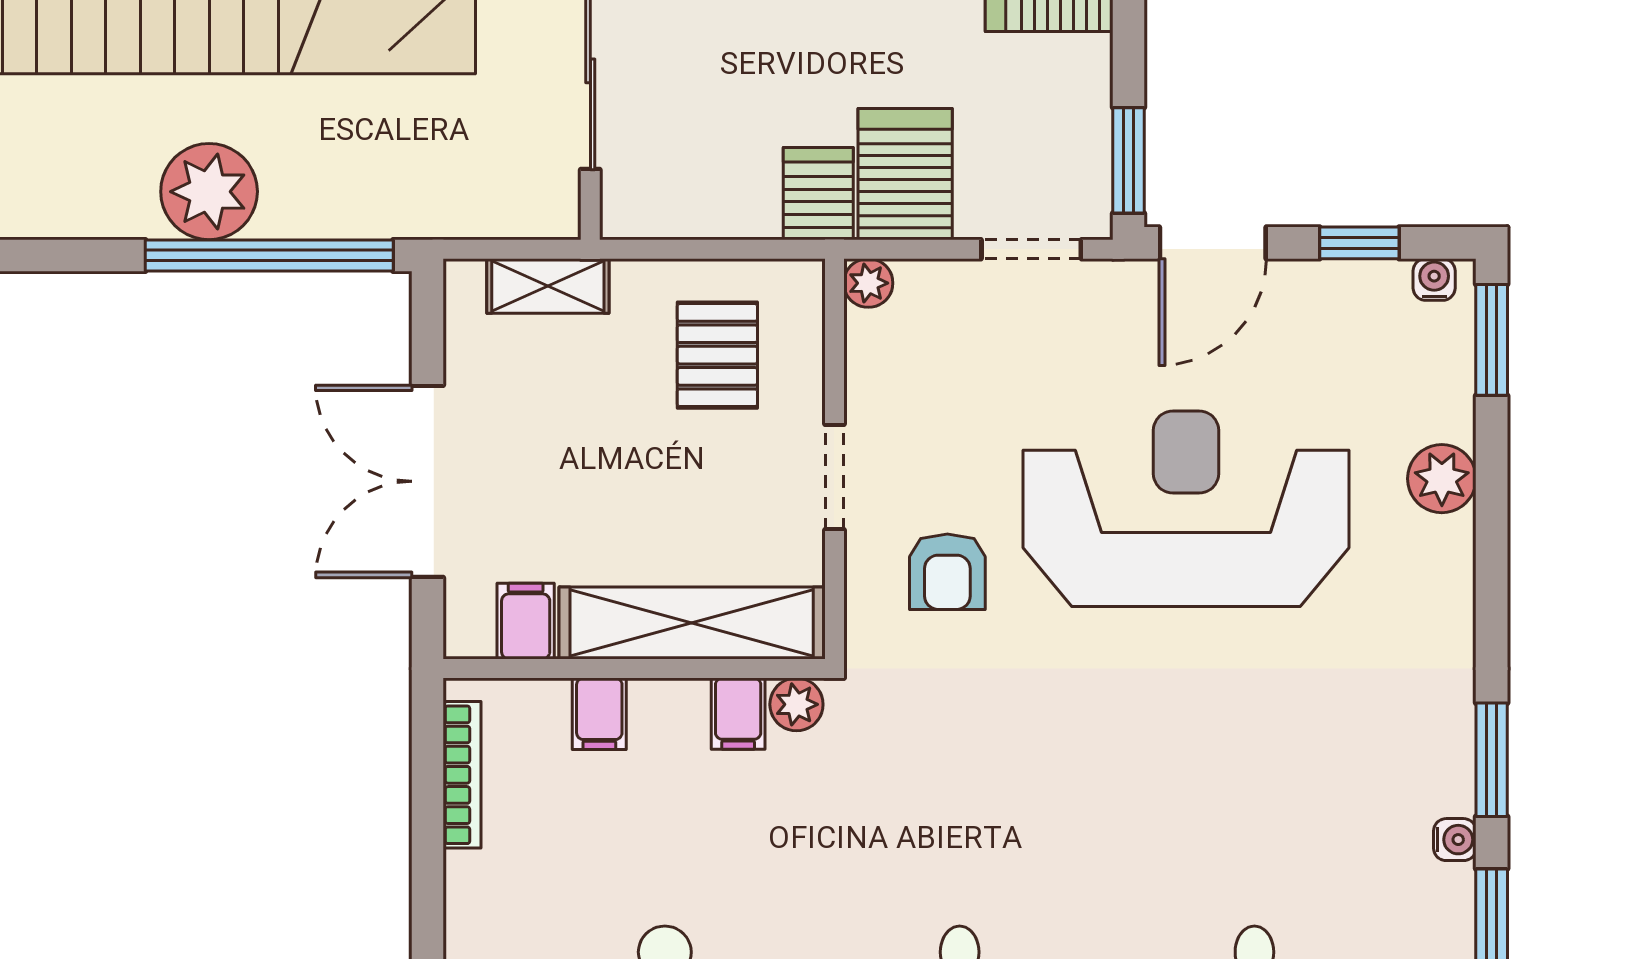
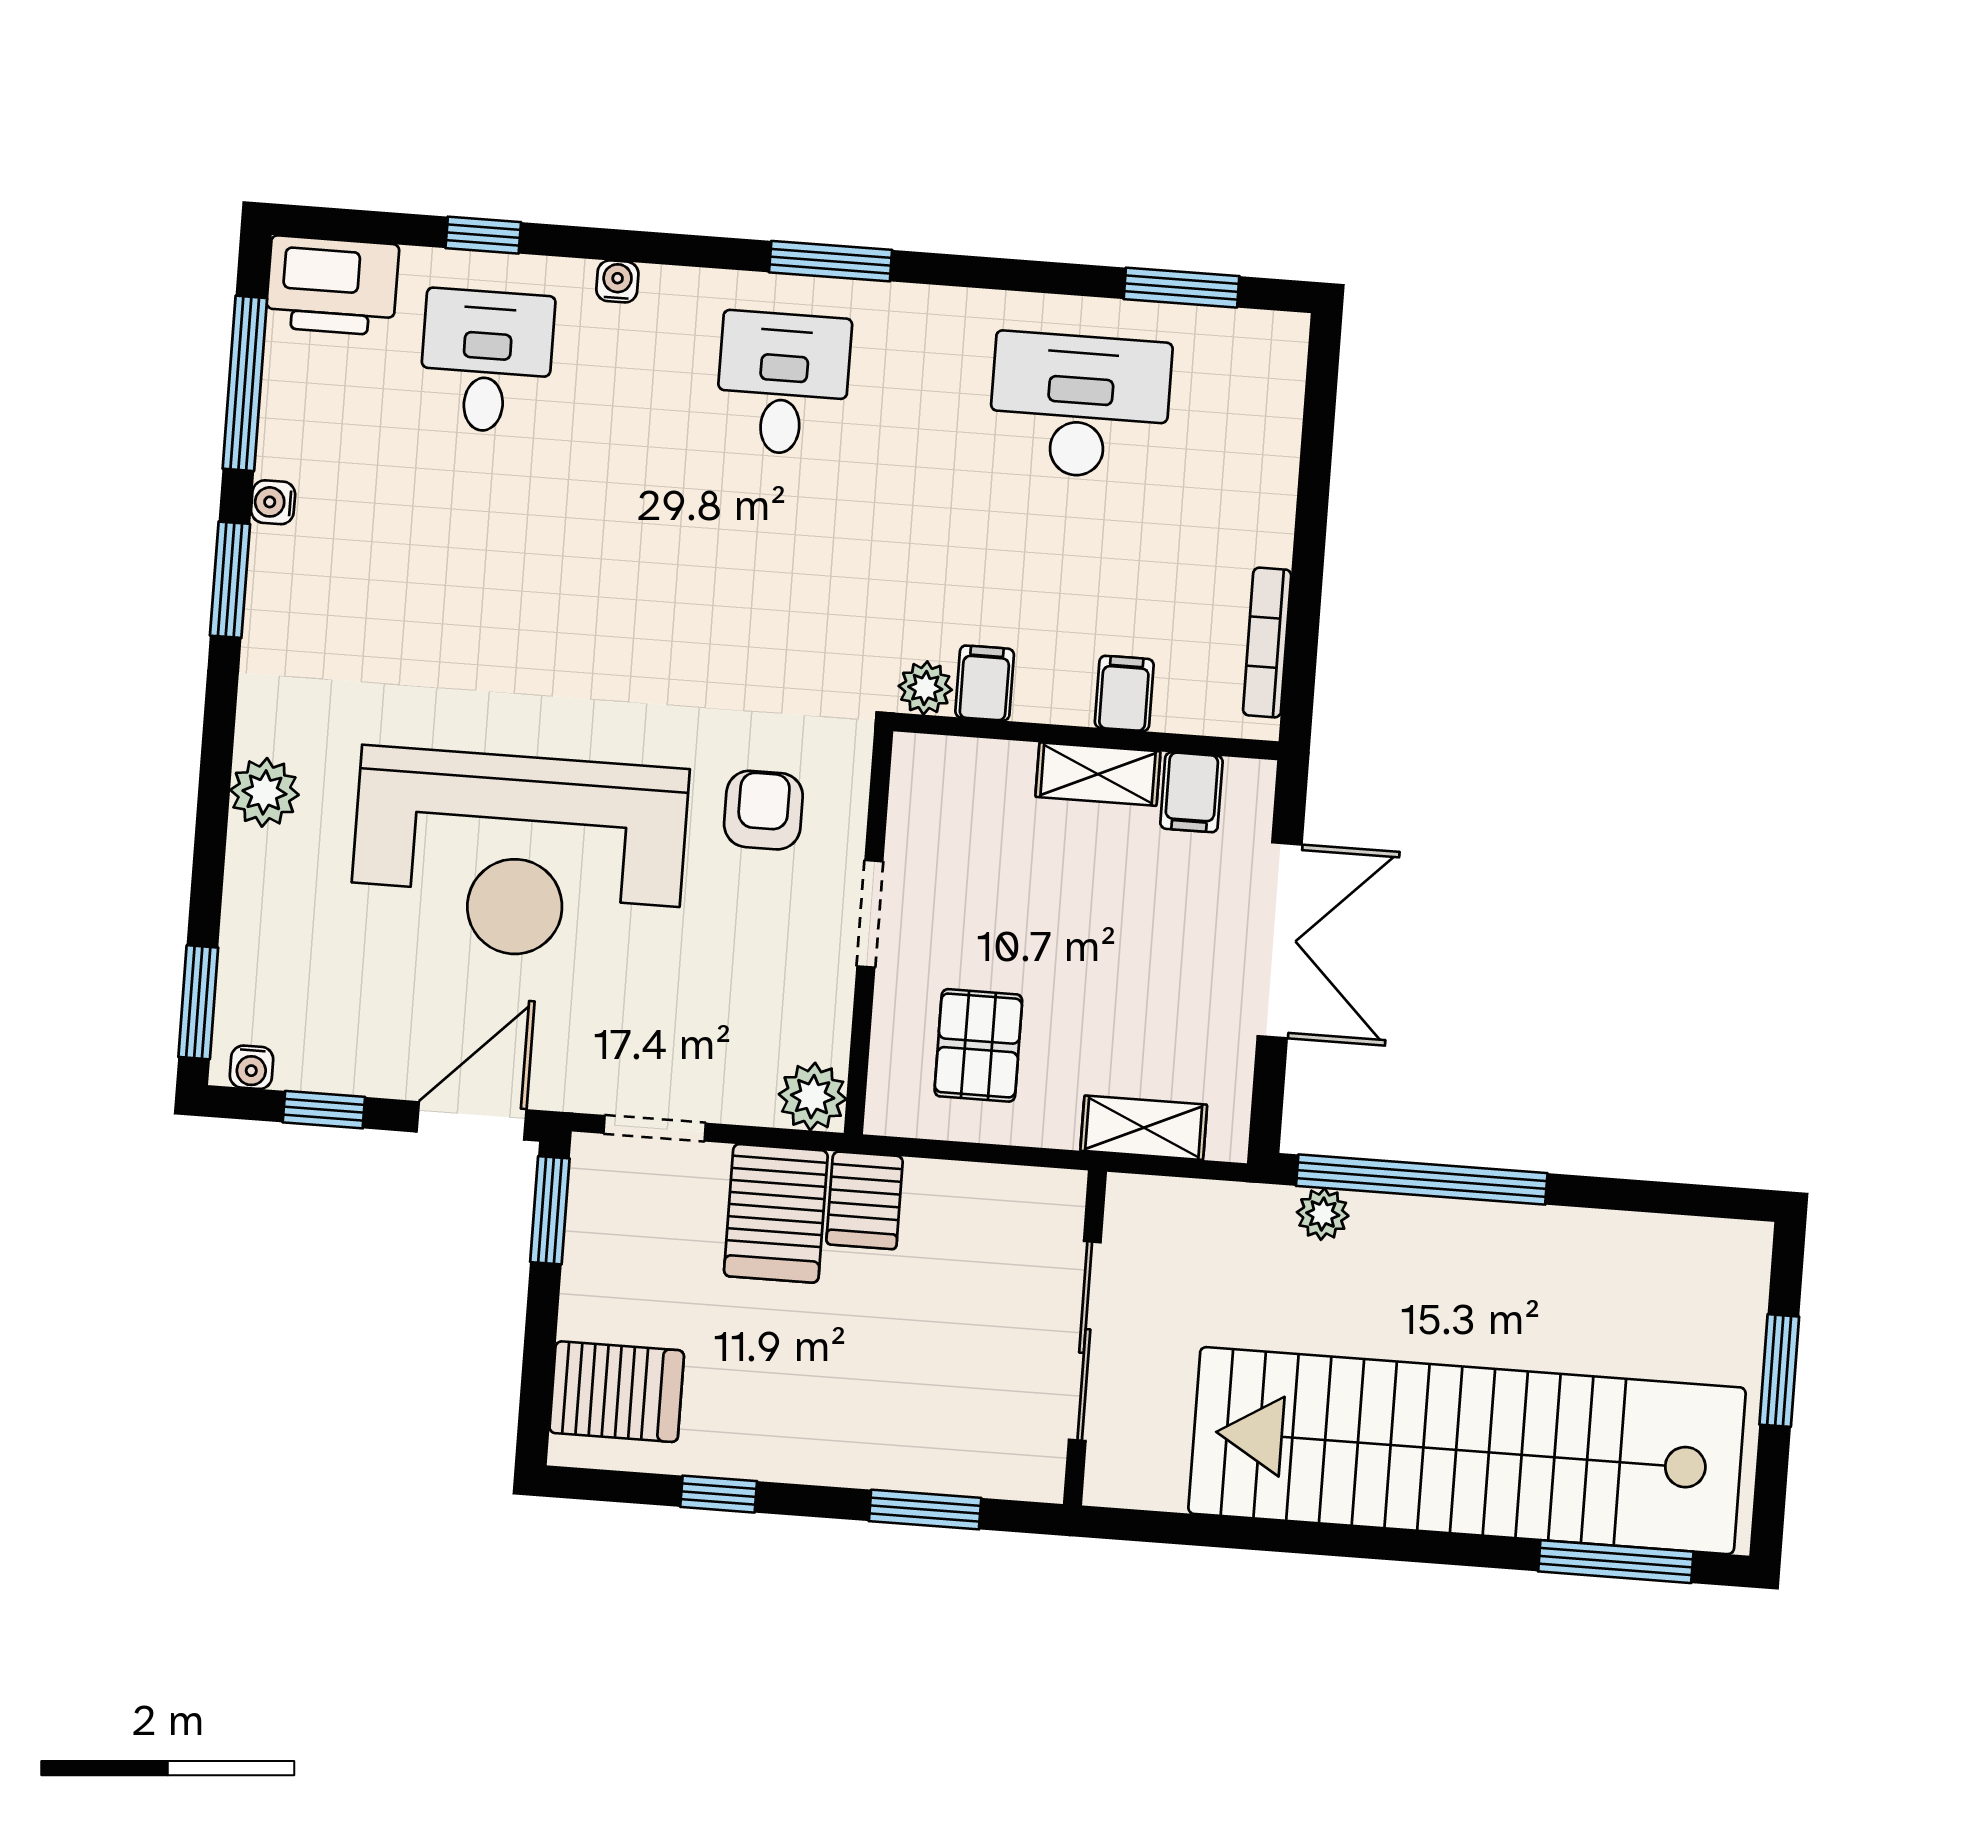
plant: (209, 192) -> (1323, 1214), moved, width x0.53, depth x0.53
plant: (868, 283) -> (813, 1097), width x1.38, depth x1.38
plant: (1442, 479) -> (264, 792), moved
shelving: (692, 623) -> (1098, 774), width x0.45, depth x0.75

